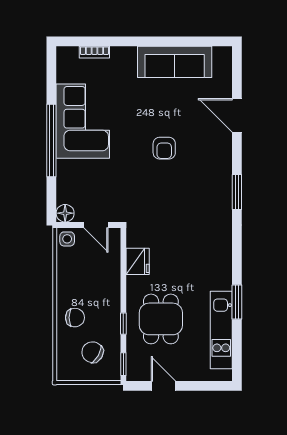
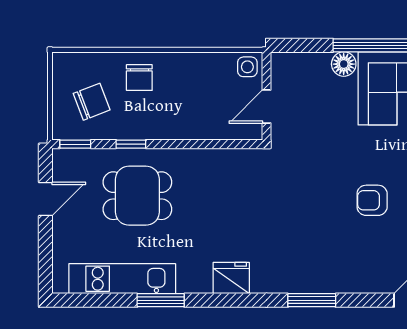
floor lamp: (65, 213) -> (344, 64), moved
fridge: (138, 261) -> (231, 278), moved, turned 180
chair: (92, 352) -> (92, 102), turned 39

